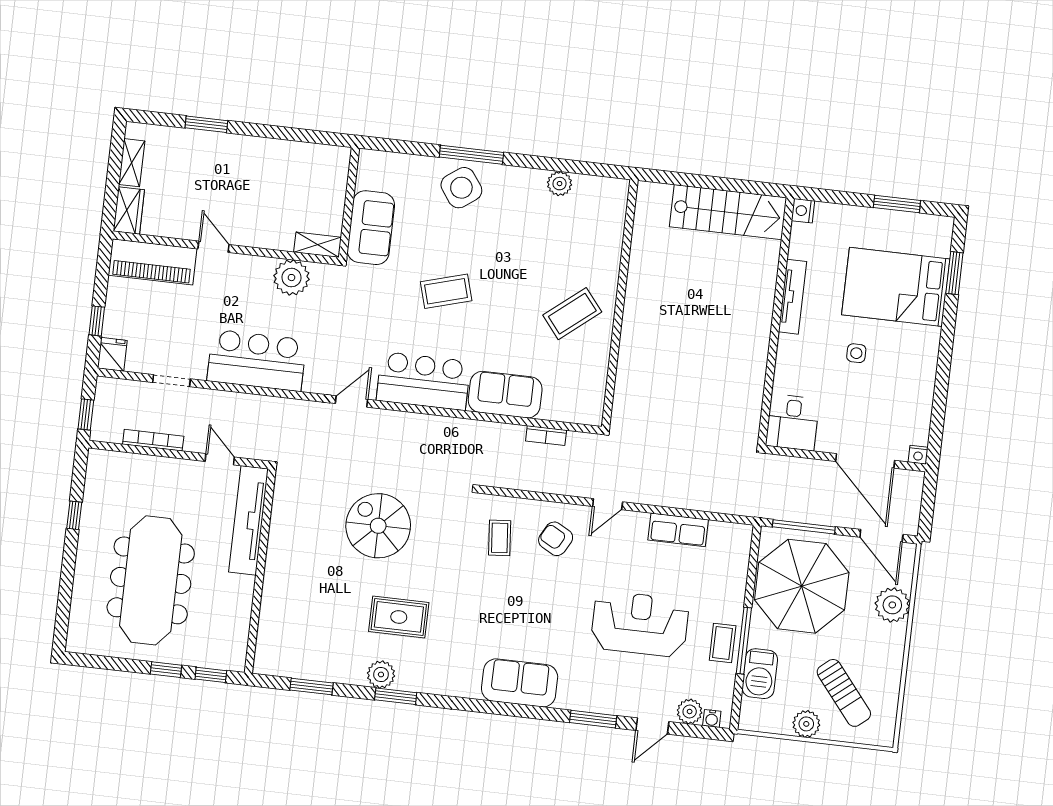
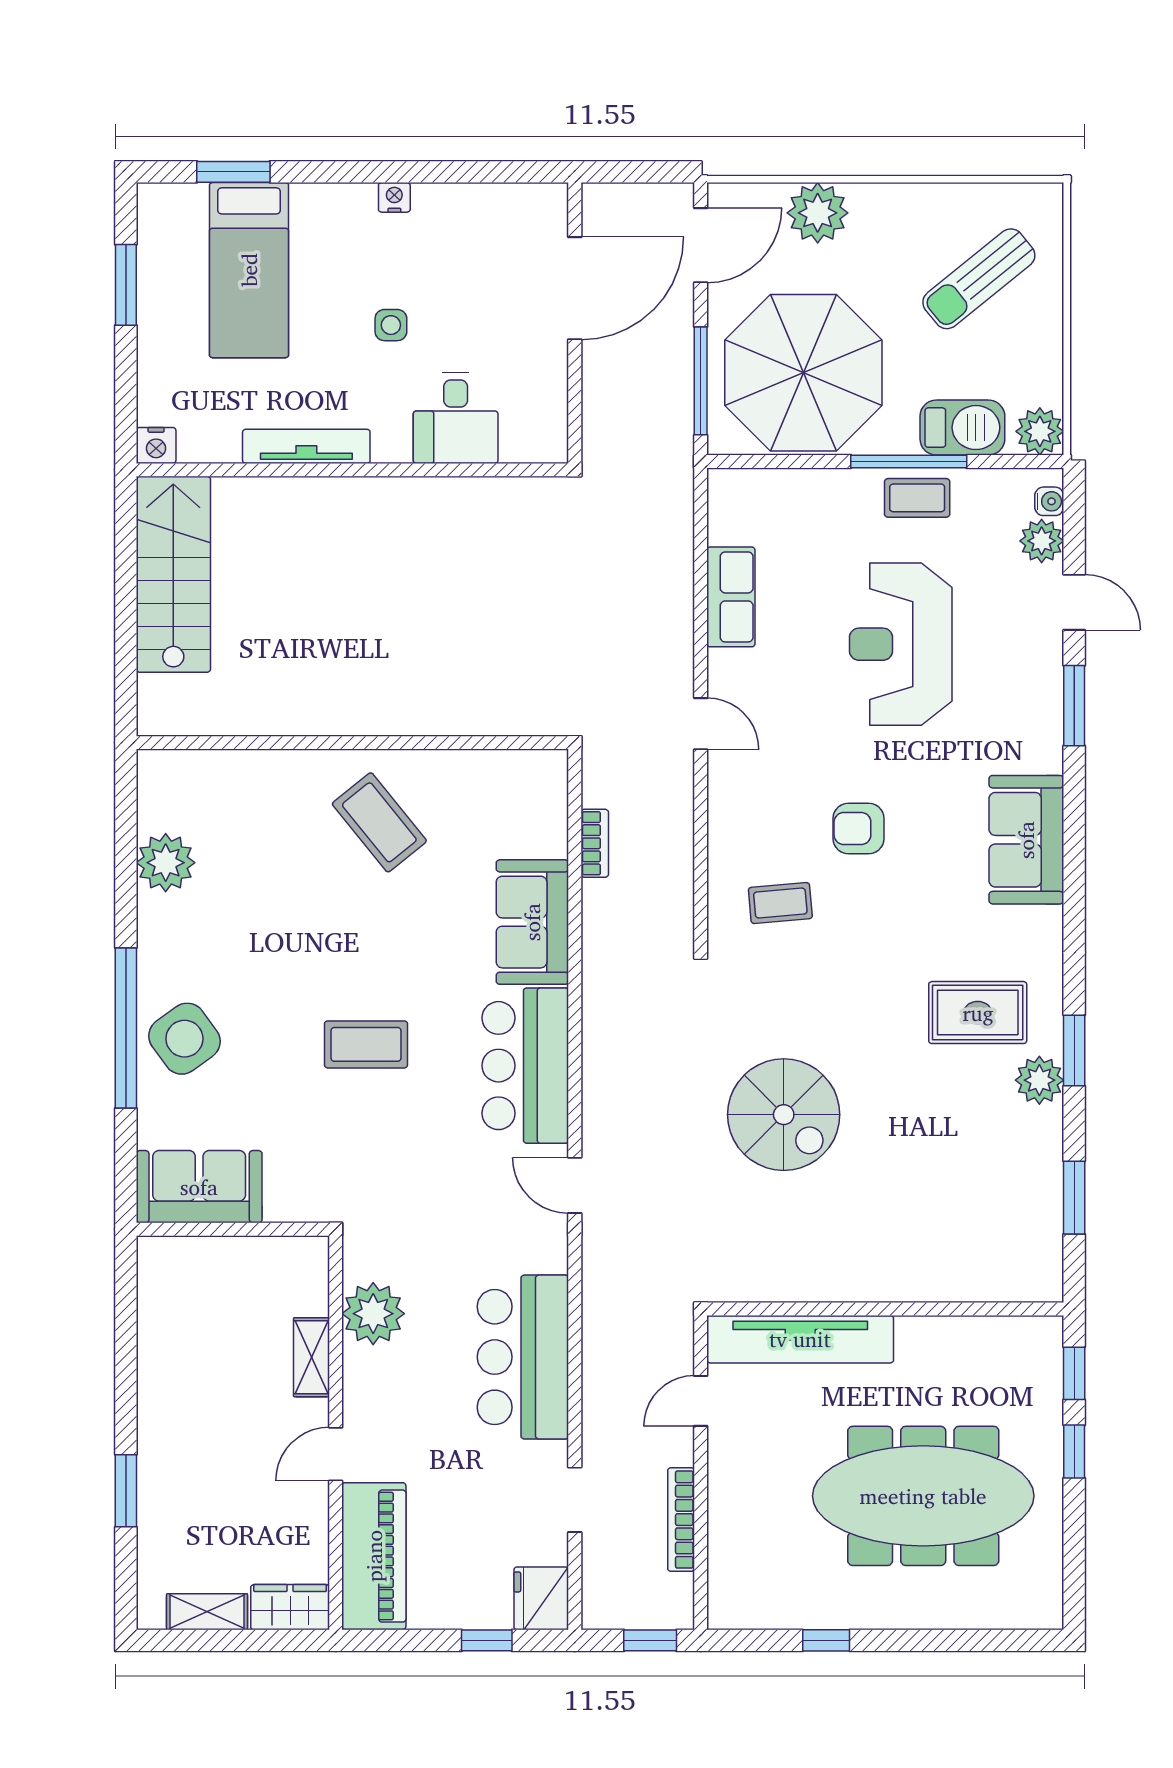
window: (471, 155) -> (126, 1028), width x1.46
plant: (560, 184) -> (166, 863), width x1.36, depth x1.36
sofa: (371, 228) -> (199, 1187), moved
shelving: (318, 245) -> (312, 1357), moved
bed: (896, 287) -> (249, 270), width x0.67
coffee table: (446, 291) -> (366, 1044), turned -74
fridge: (112, 354) -> (541, 1598), width x1.38
desk: (792, 422) -> (456, 418), moved, turned 90
nightstand: (918, 455) -> (394, 197), moved, turned -90
spiral stairs: (378, 526) -> (784, 1115), turned -90
armchair: (556, 539) -> (859, 828), moved, turned 61
rug: (399, 617) -> (978, 1013), moved, turned 90
sun lounger: (844, 693) -> (979, 279), turned 180
plant: (806, 724) -> (1040, 431), moved

